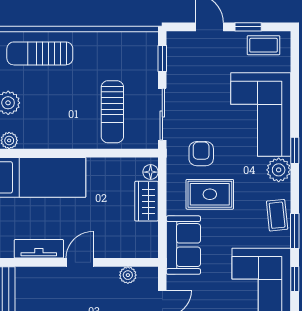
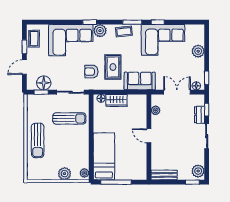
sun lounger: (40, 53) -> (38, 140), moved
floor lamp: (180, 63) -> (44, 83), added
tv unit: (39, 249) -> (142, 157), removed

